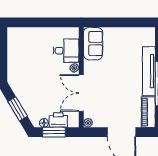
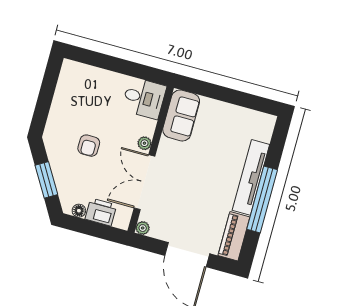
desk: (66, 51) -> (144, 98), moved
armchair: (39, 79) -> (89, 146), added
window: (54, 132) -> (90, 228), removed

